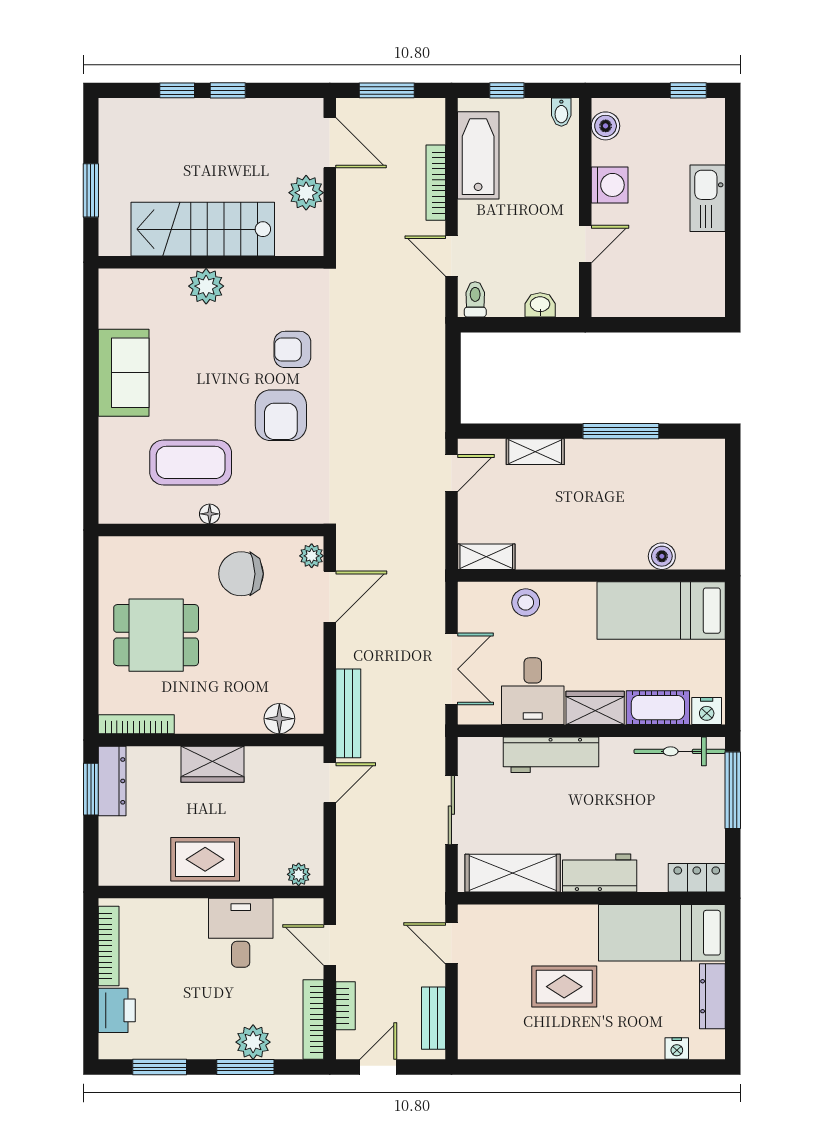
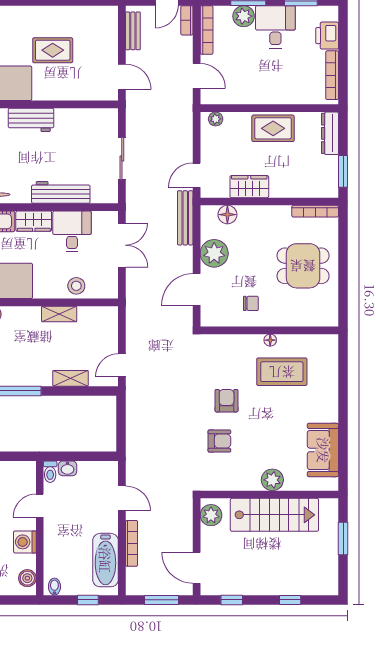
window: (228, 90) -> (232, 600), moved
plant: (306, 193) -> (211, 515), moved
toilet: (475, 299) -> (50, 472), moved
sofa: (124, 373) -> (323, 450), moved
armchair: (281, 415) -> (227, 401), width x0.72, depth x0.72
plant: (312, 556) -> (214, 253), moved, width x1.88, depth x1.88
shelving: (486, 557) -> (59, 314), moved
chair: (241, 574) -> (251, 303), width x0.54, depth x0.54
double door: (451, 669) -> (122, 245), swing flipped
wardrobe: (212, 764) -> (249, 187), moved
dresser: (112, 781) -> (330, 133), moved
shelving: (513, 873) -> (84, 120), removed
desk: (241, 933) -> (275, 27), moved, turned 180
bookcase: (345, 1006) -> (187, 20), moved

